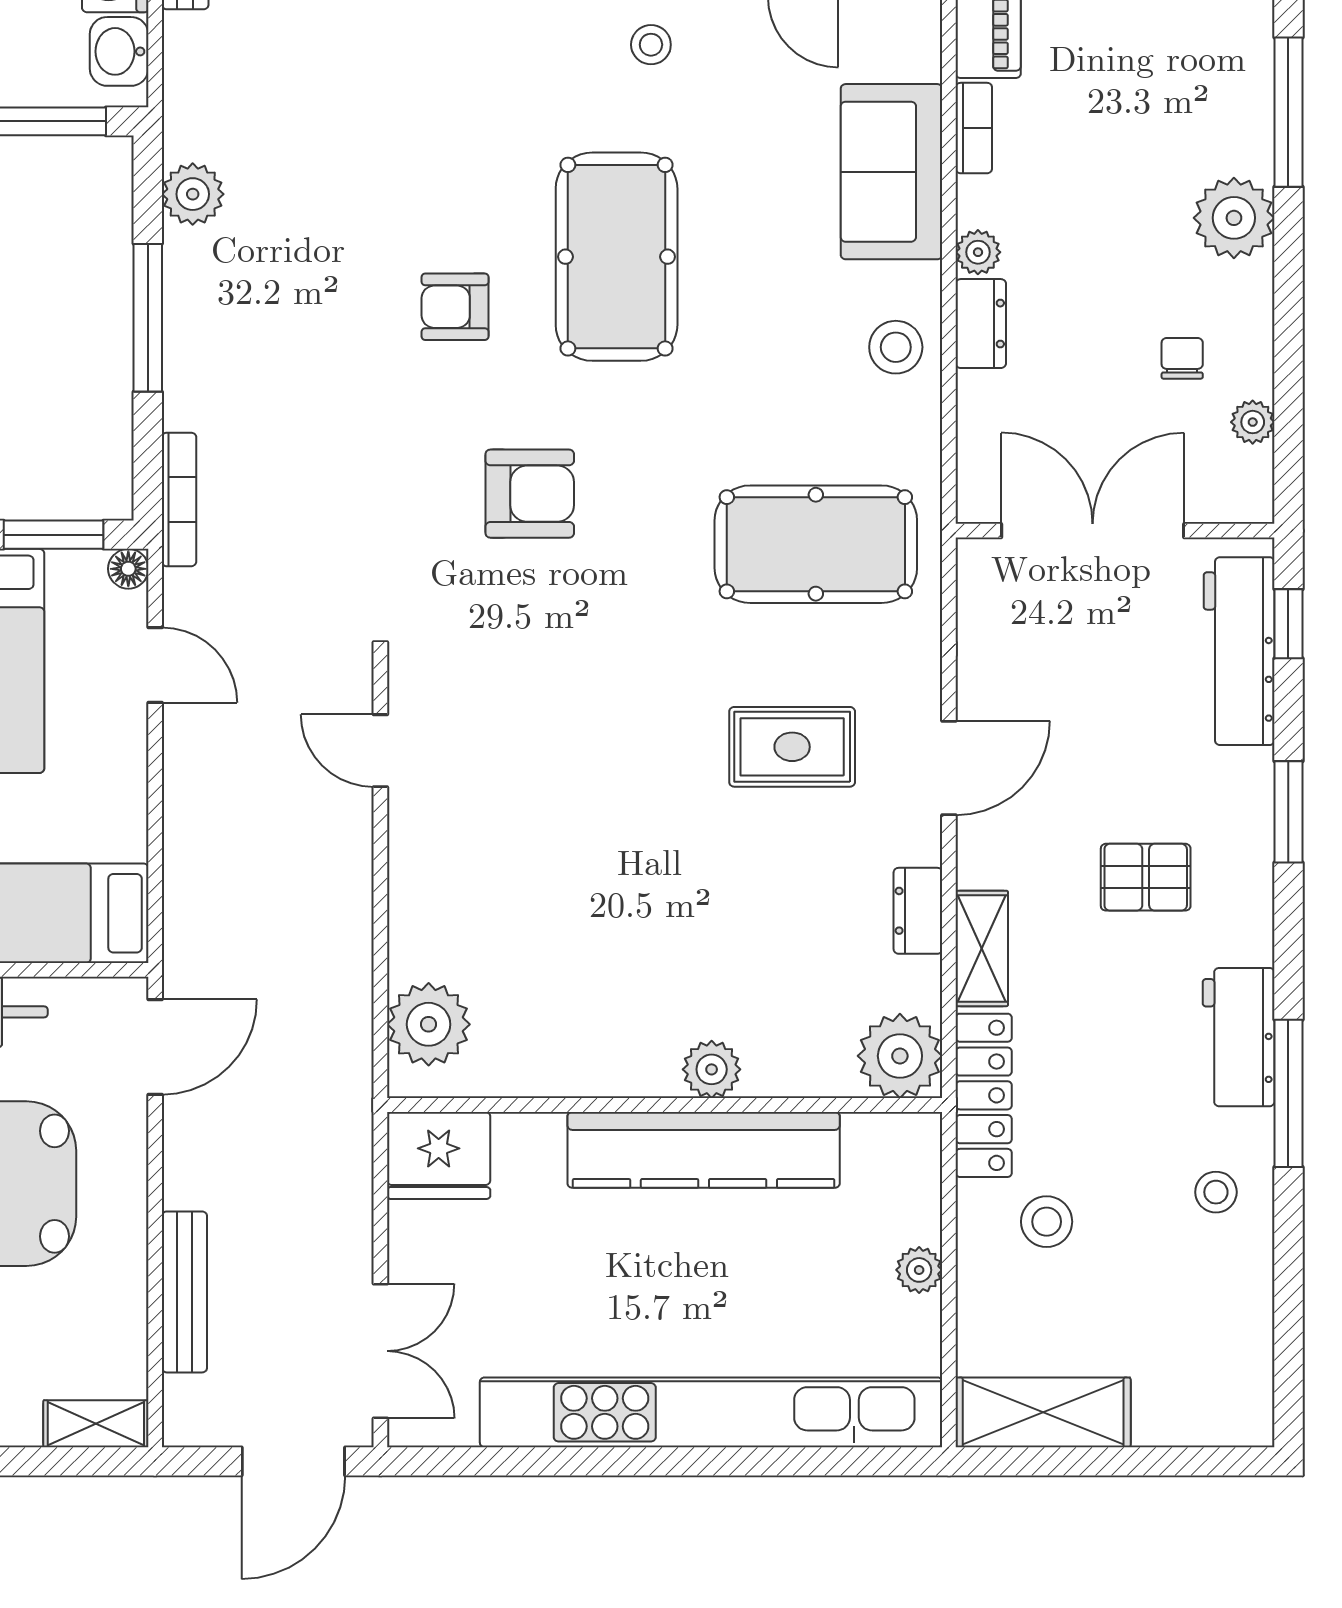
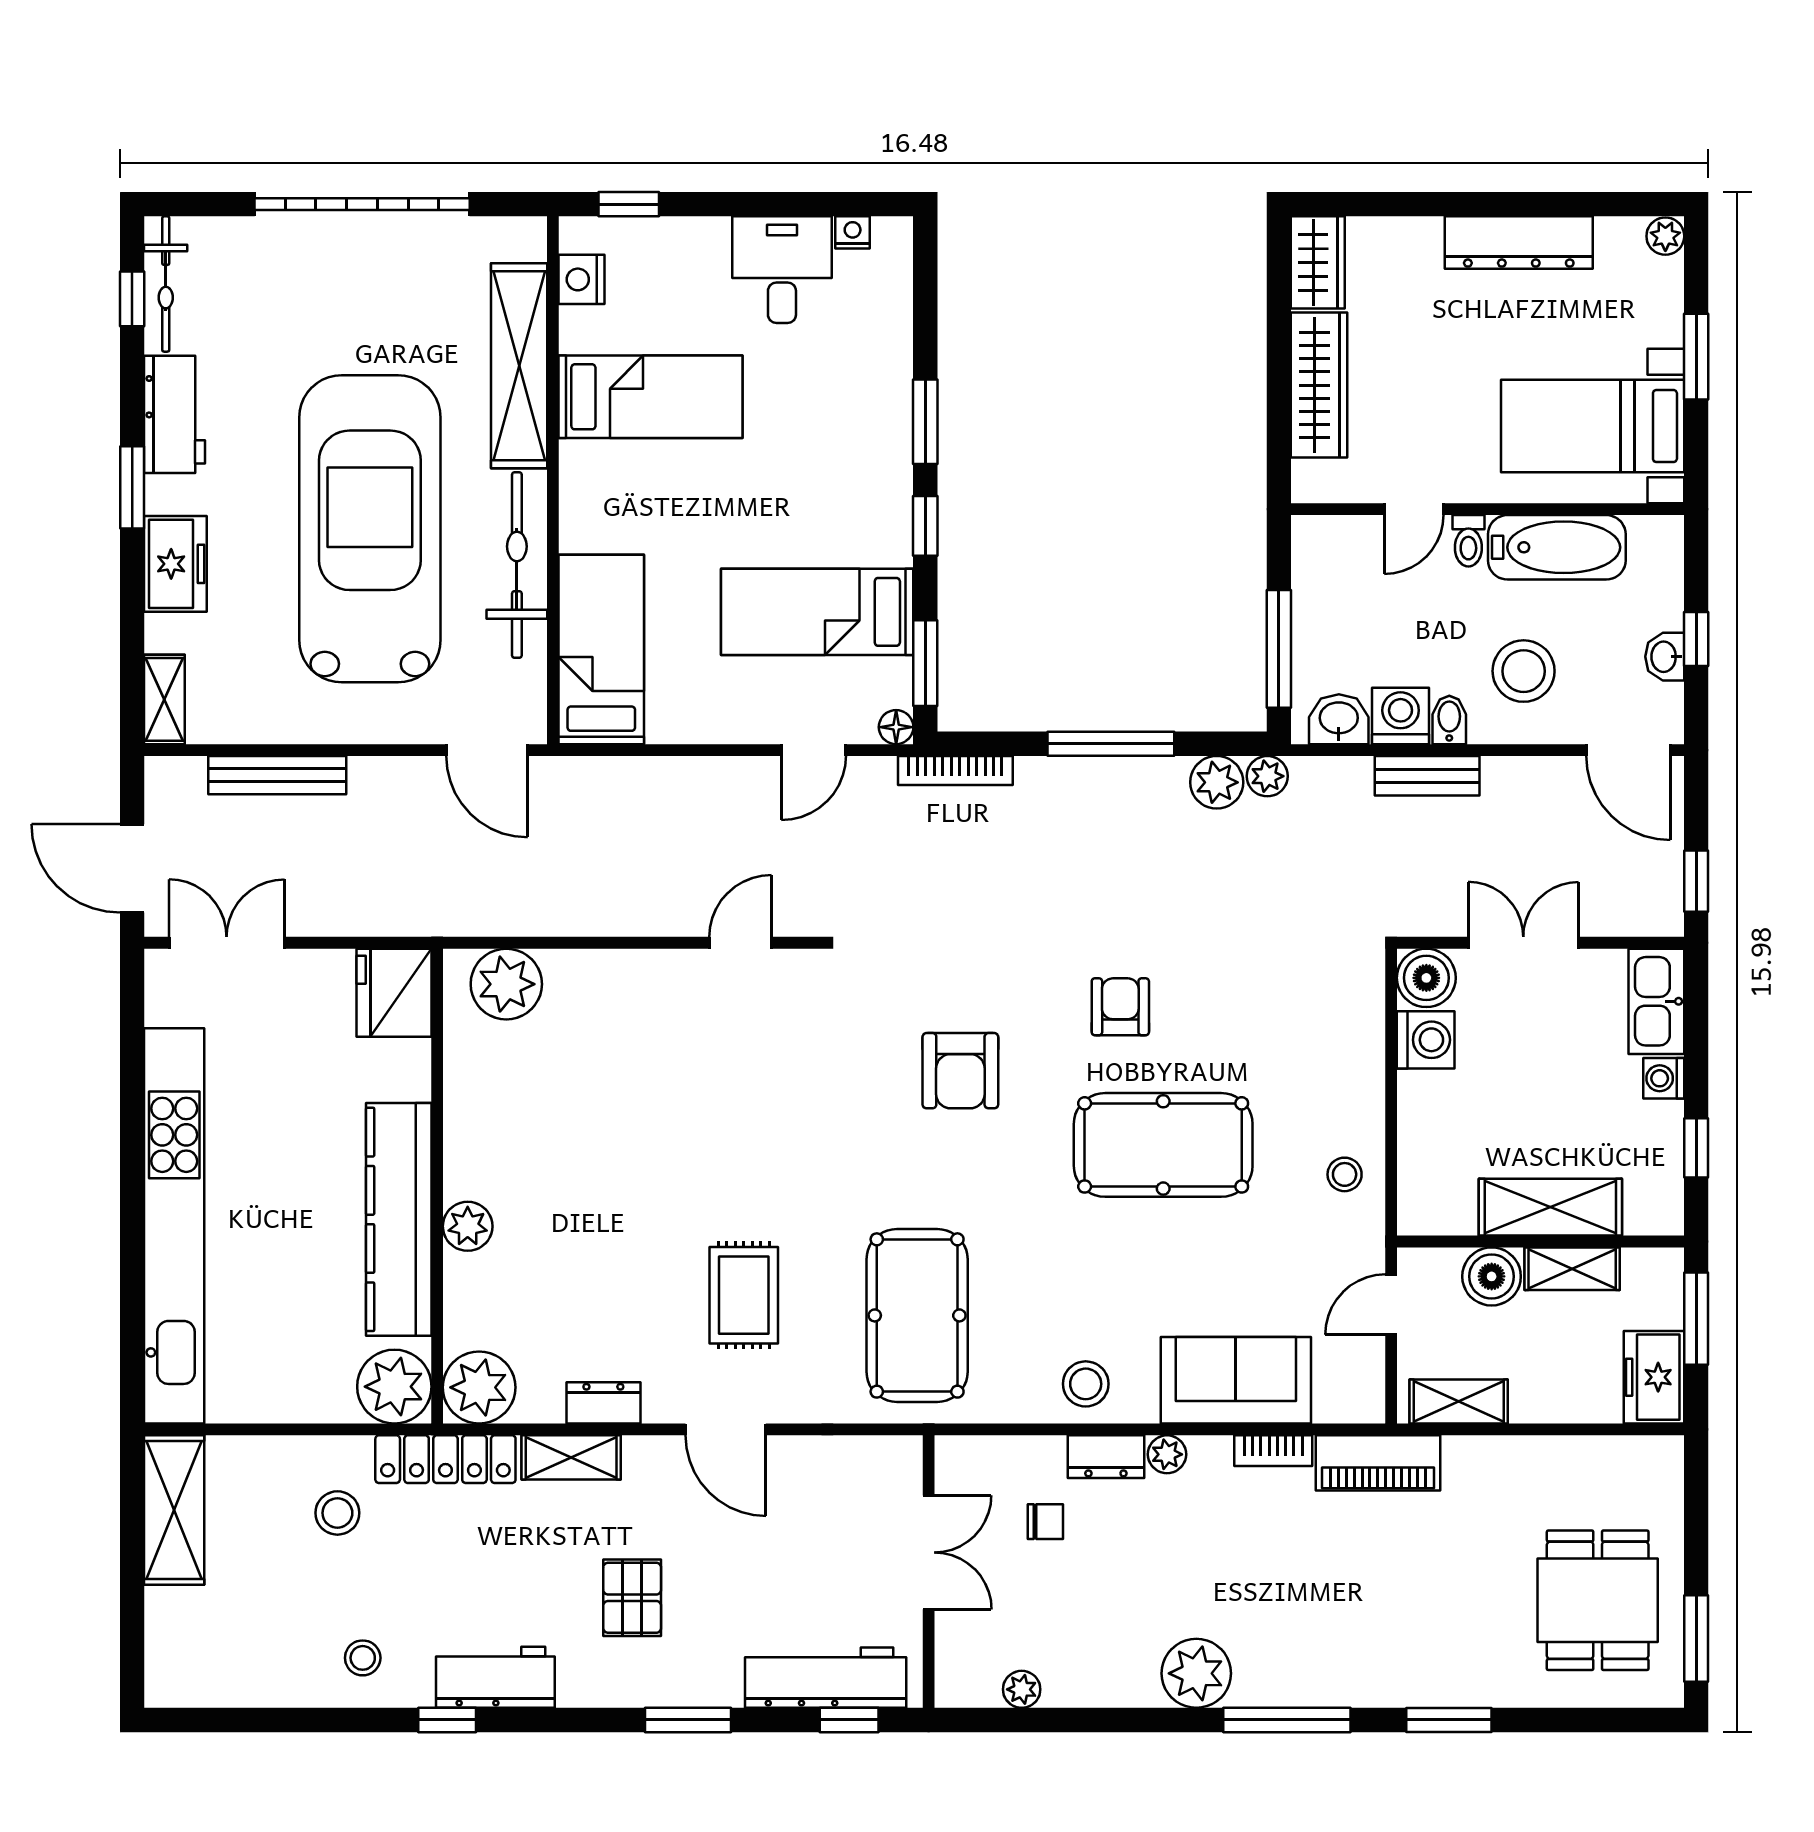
plant: (186, 135) -> (1267, 776), added
chair: (1182, 358) -> (1045, 1522), moved
double door: (1093, 531) -> (929, 1552), width x0.73
window: (1288, 1093) -> (447, 1720), width x0.46
plant: (919, 1270) -> (394, 1387), moved, width x1.88, depth x1.88
double door: (380, 1351) -> (227, 943), swing flipped

